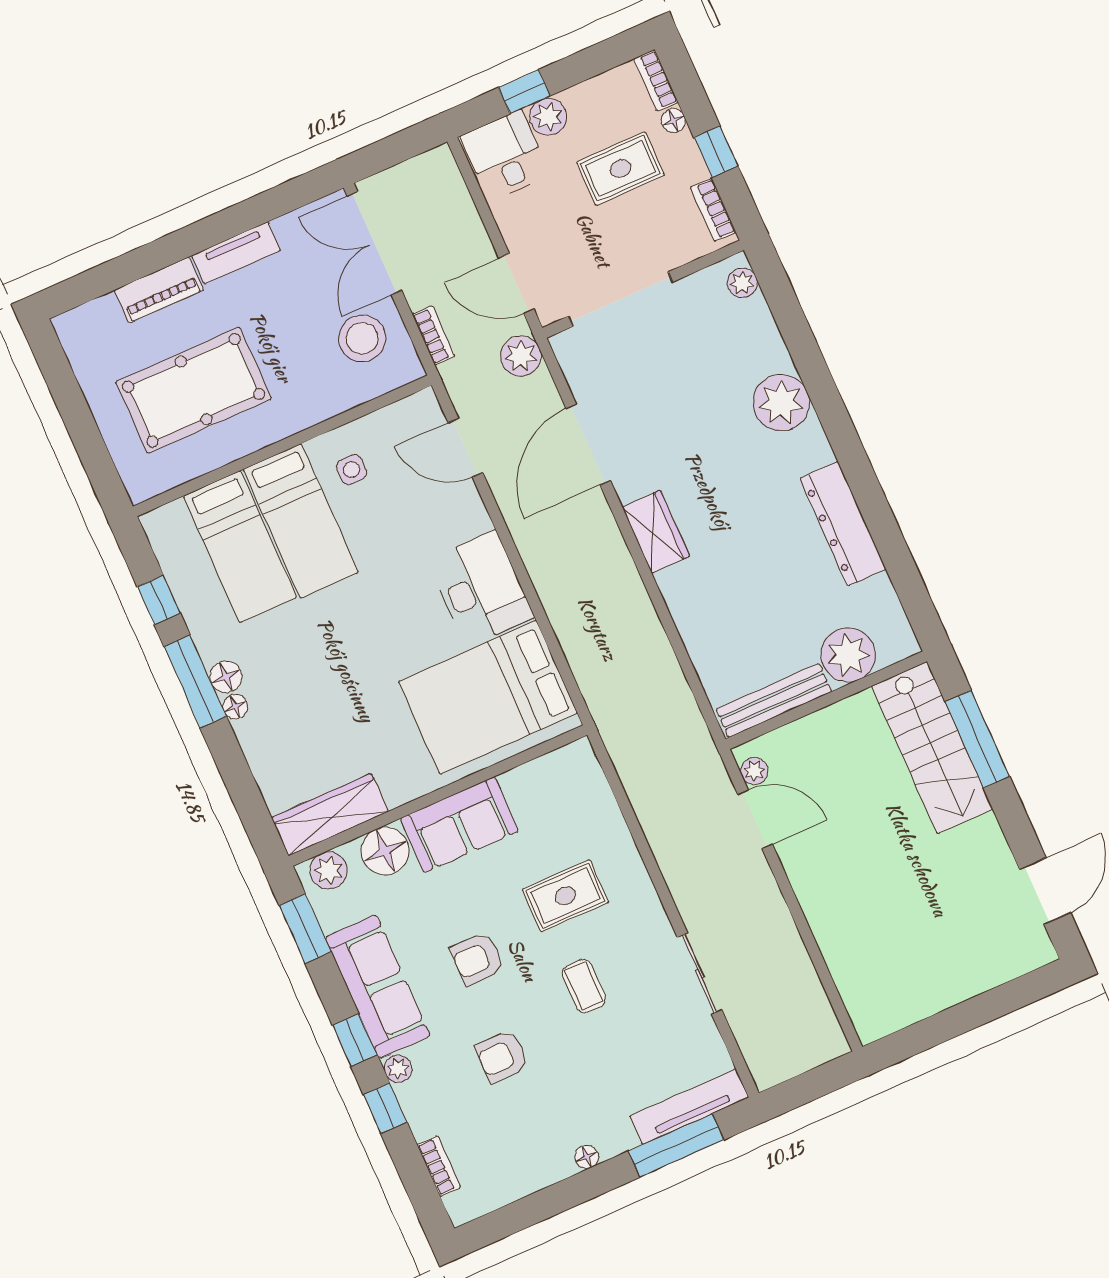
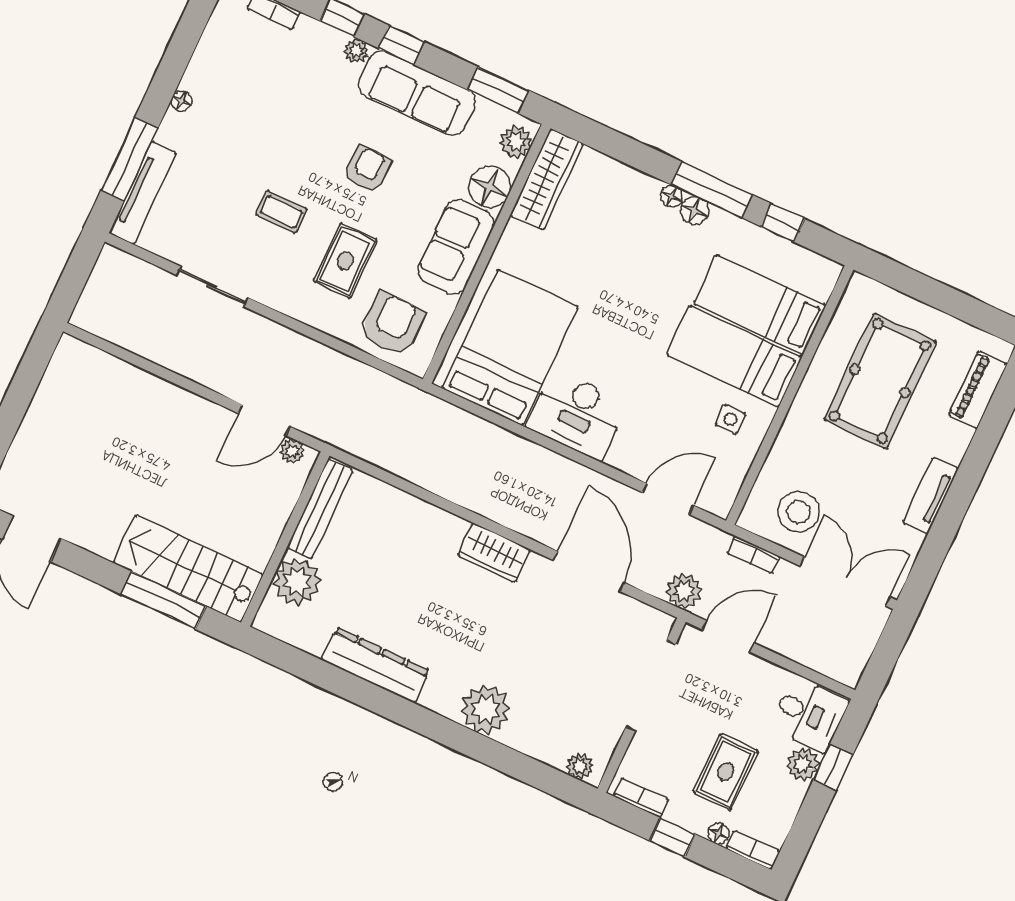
piano: (159, 290) -> (978, 390), moved
armchair: (502, 1056) -> (393, 324), moved, width x1.38, depth x1.38

